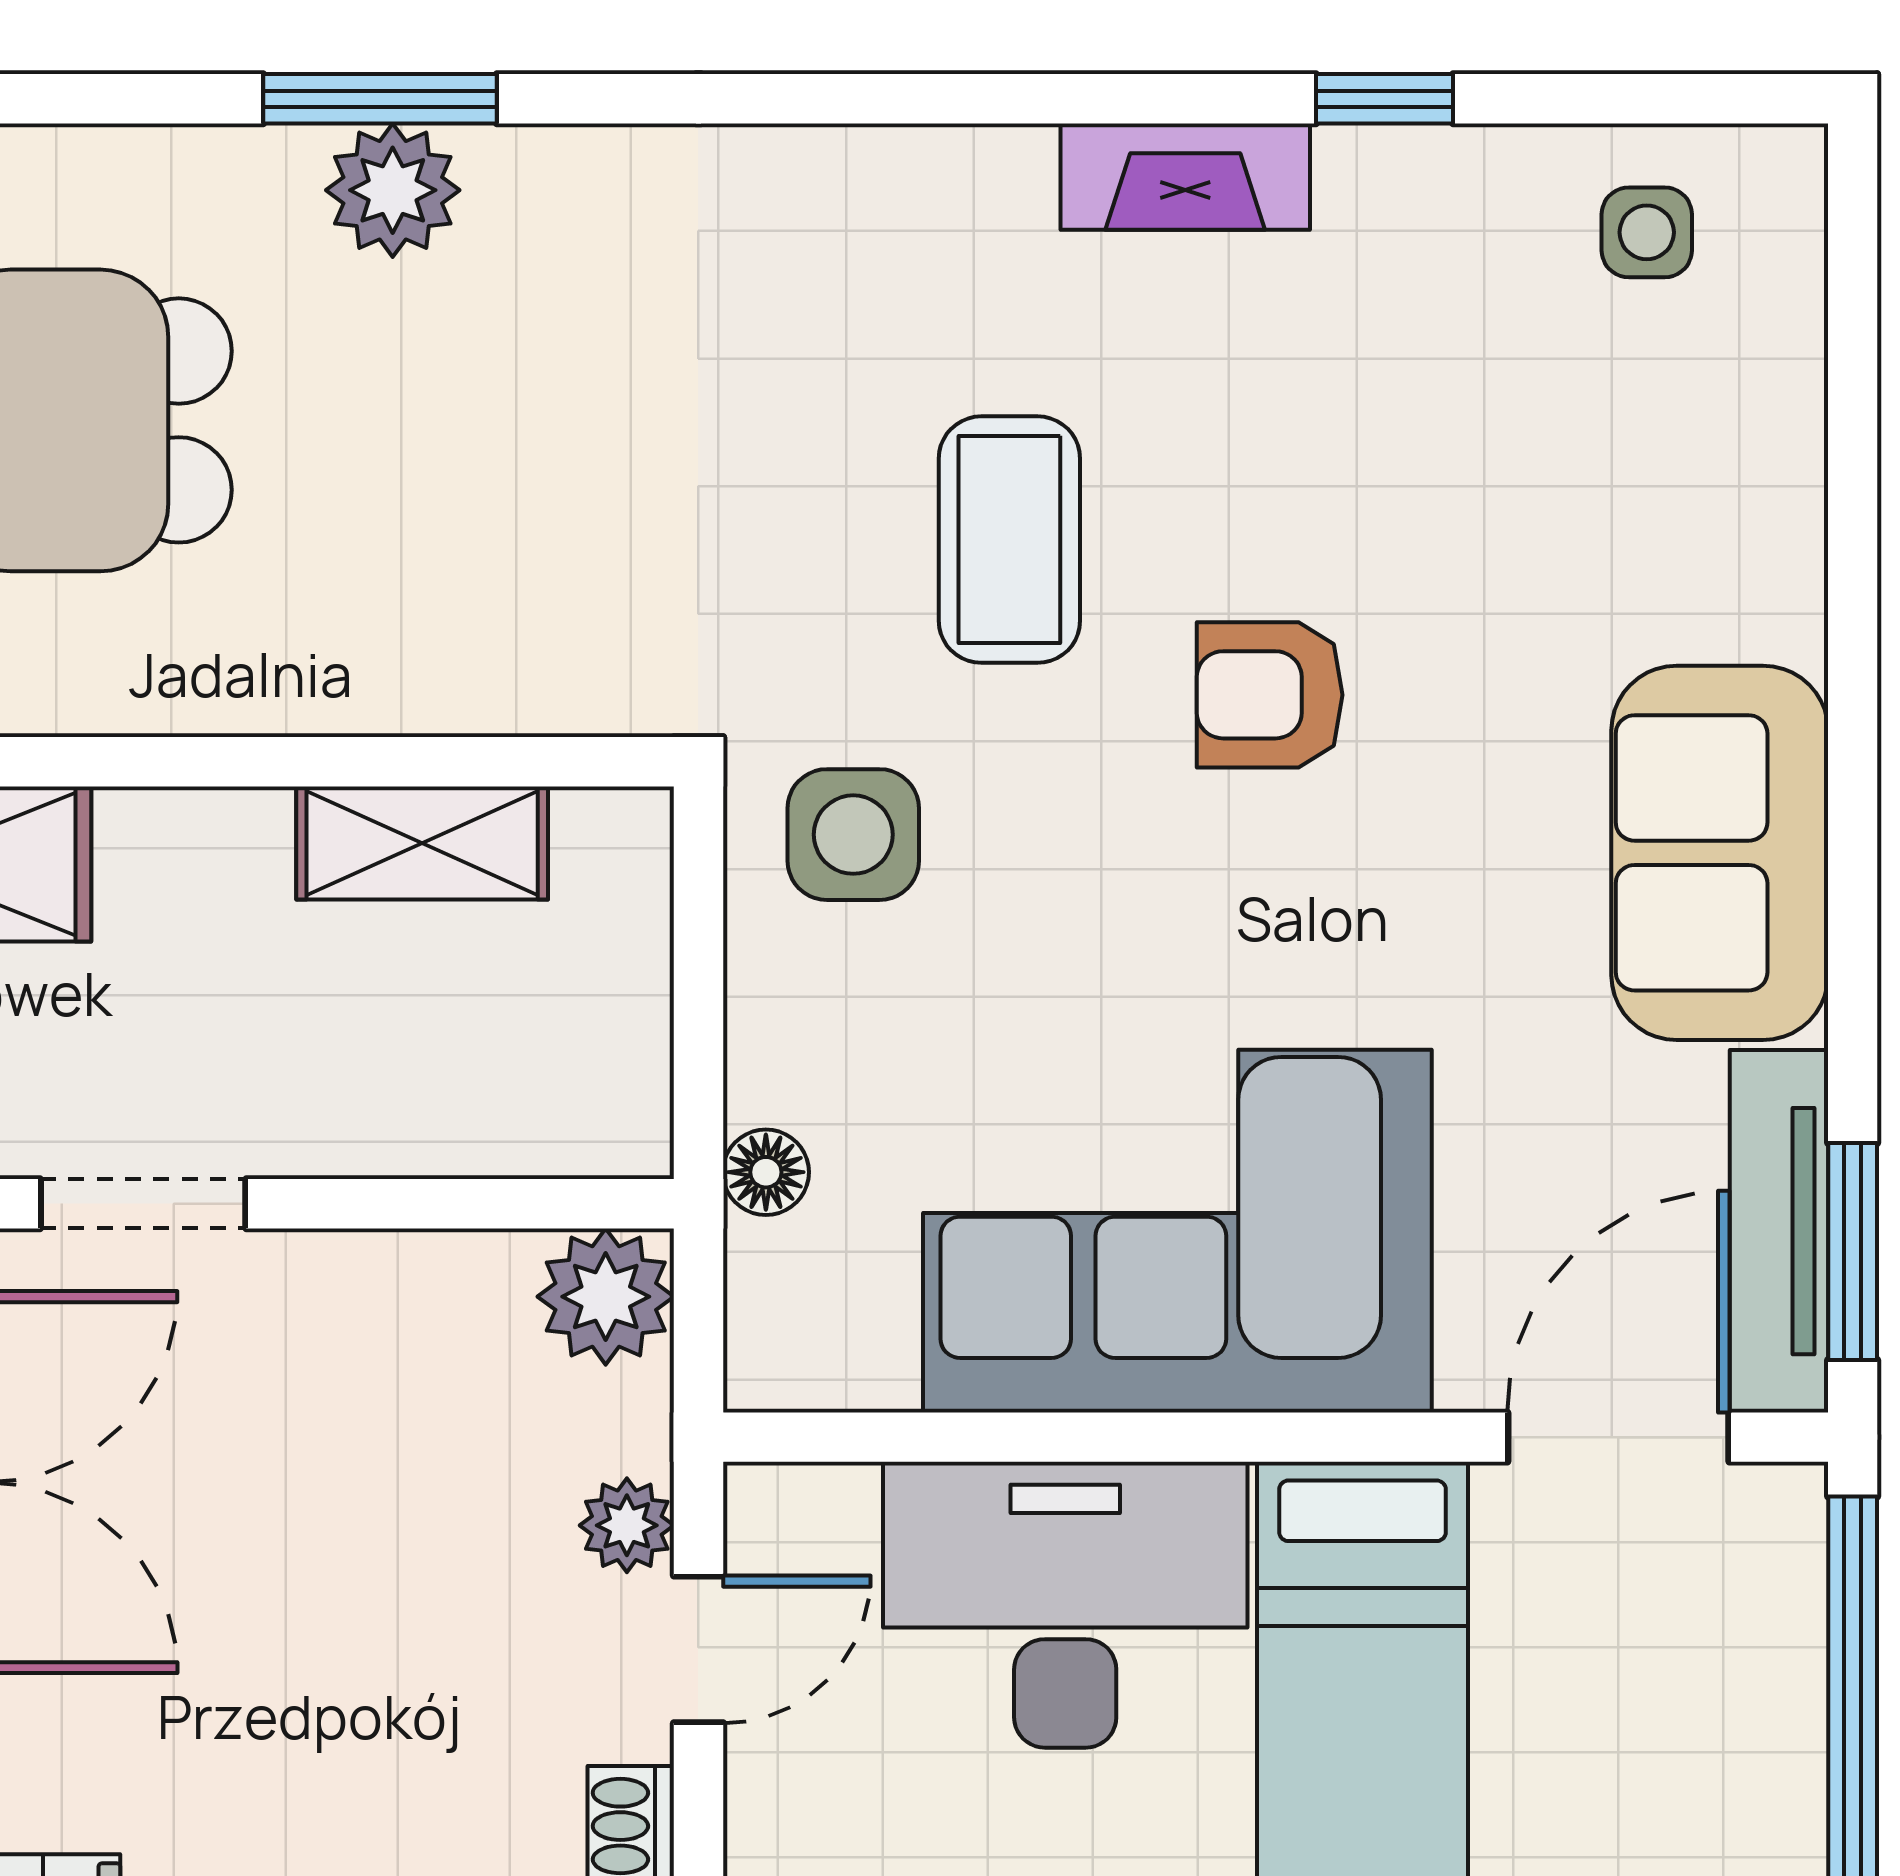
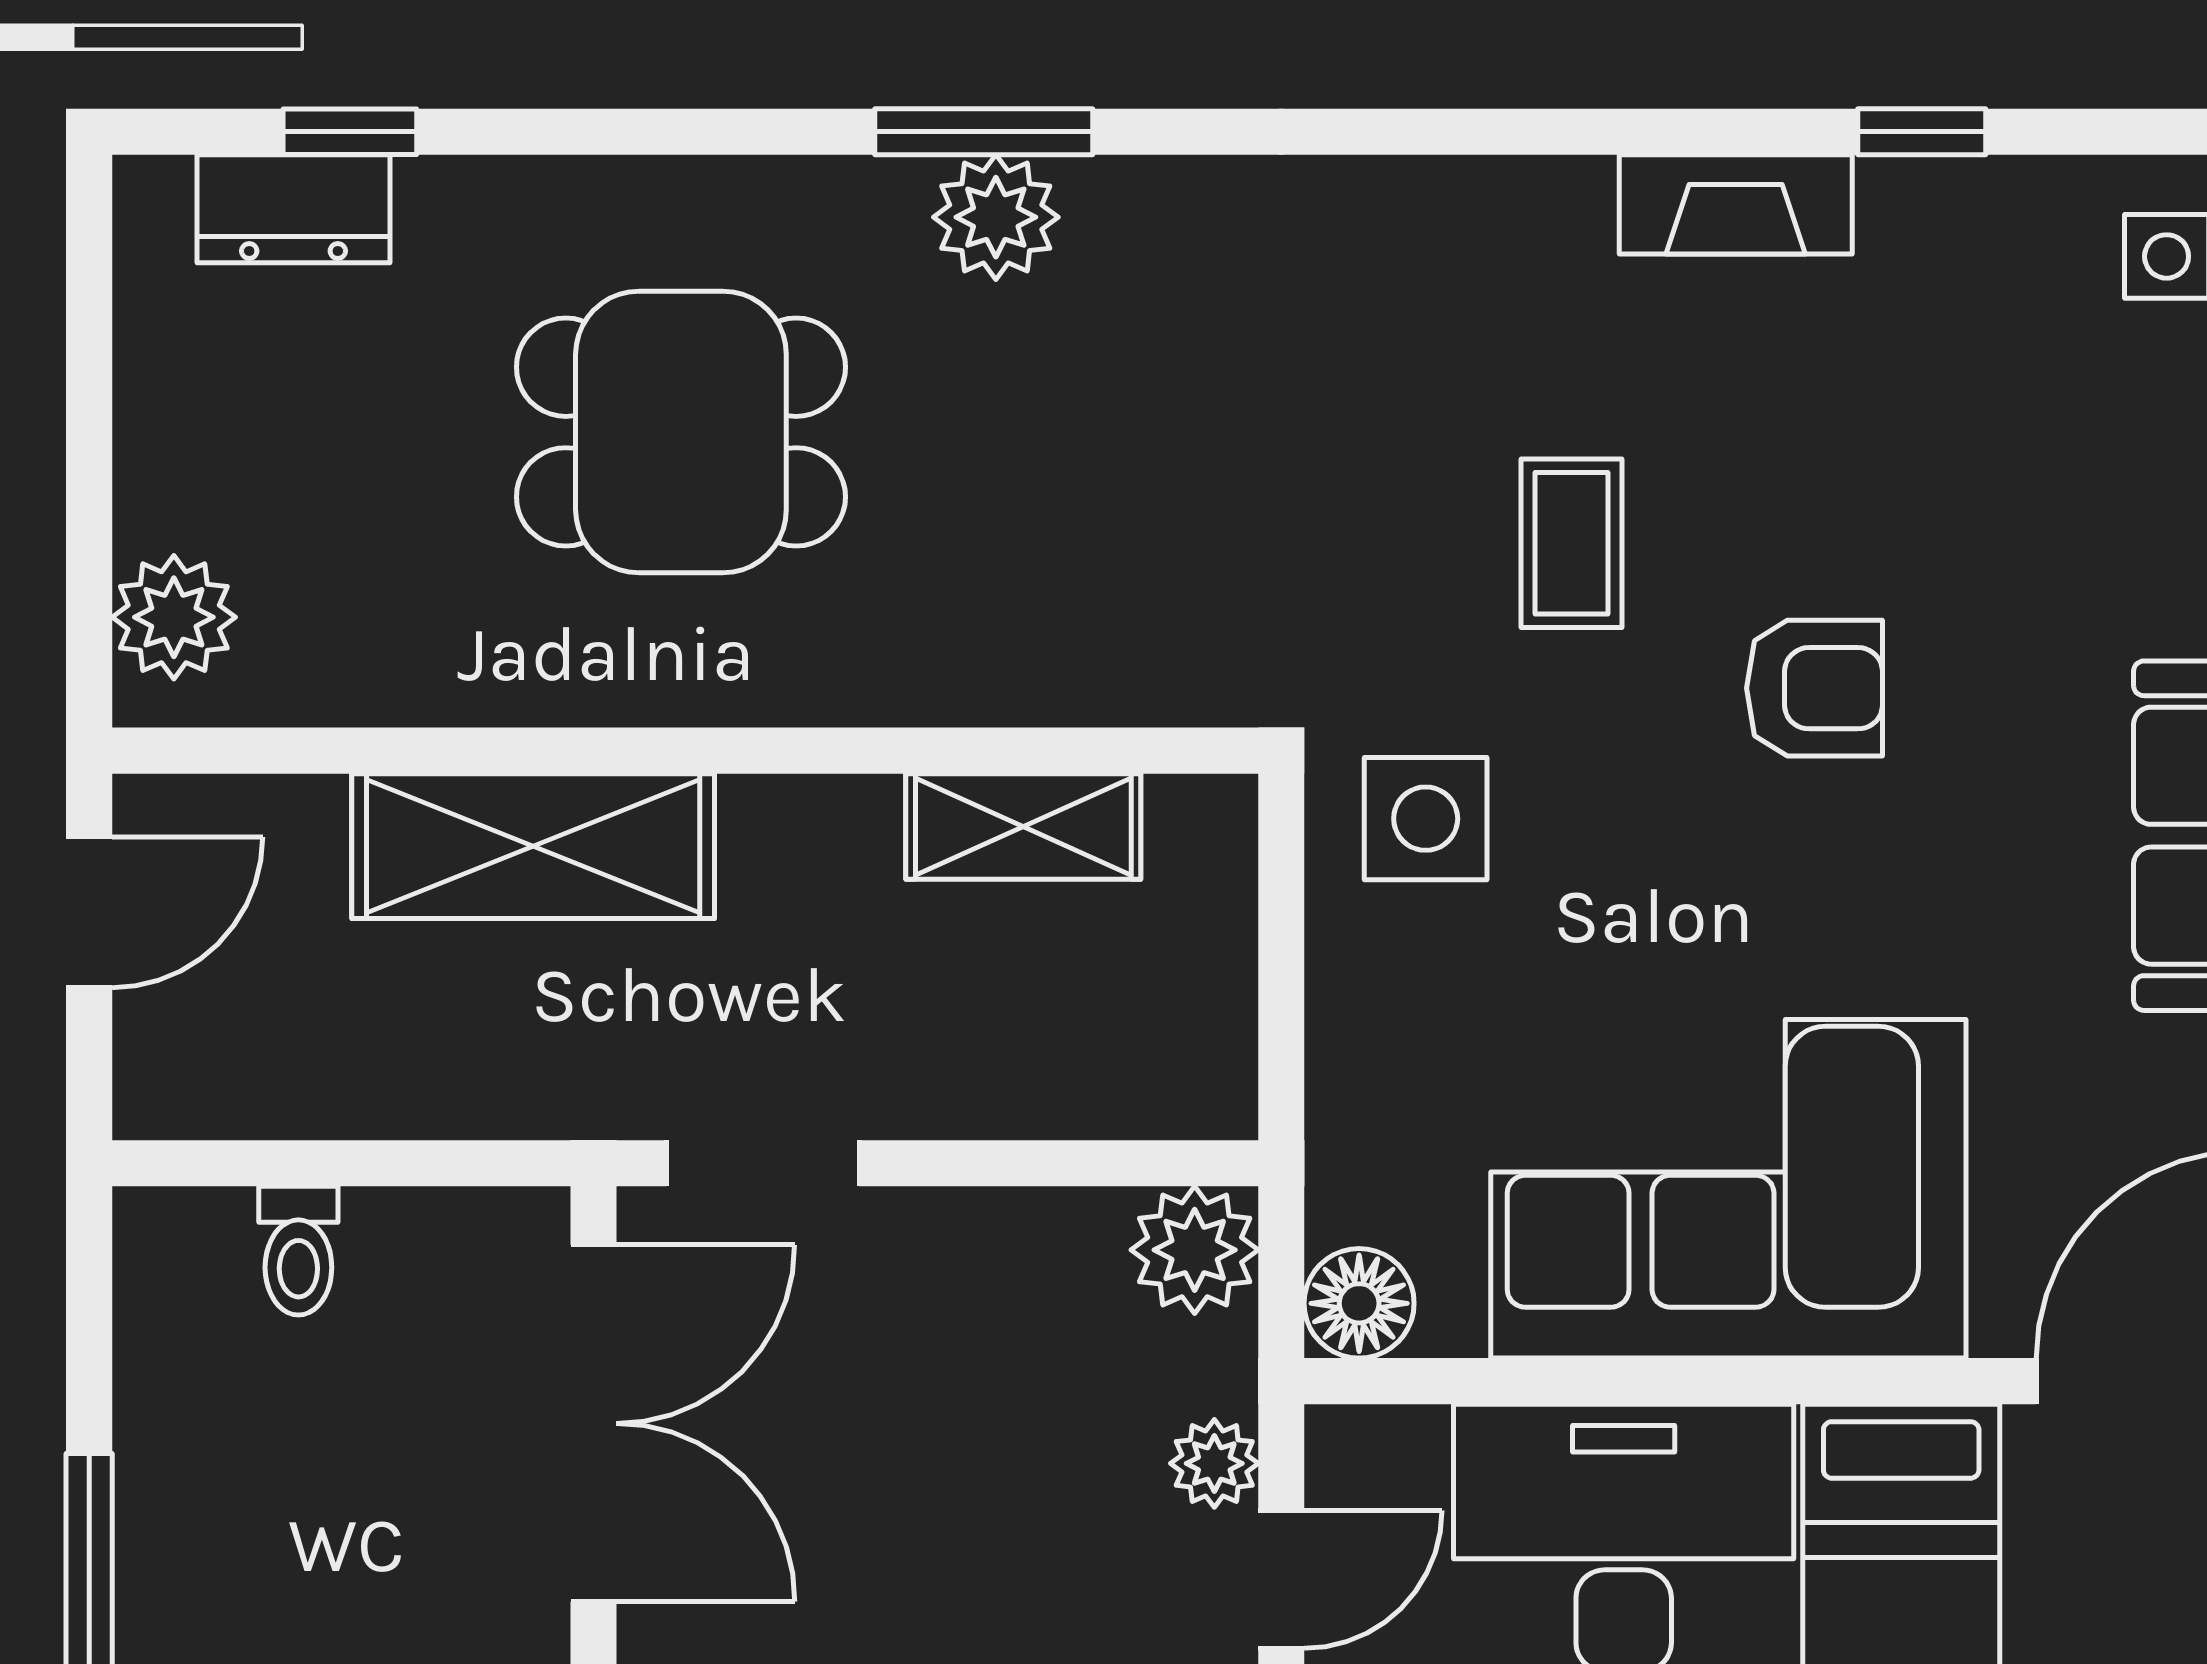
coffee table: (1009, 540) -> (1572, 543), width x0.73, depth x0.77
armchair: (1270, 695) -> (1814, 688), turned 180
floor lamp: (766, 1172) -> (1359, 1303), moved, width x1.37, depth x1.37

